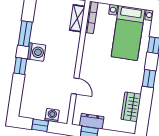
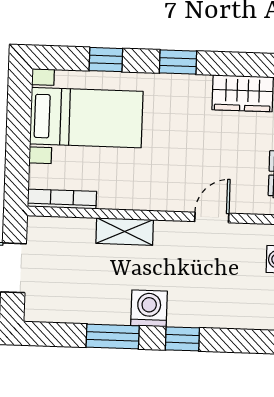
shelving: (77, 18) -> (125, 232), moved

